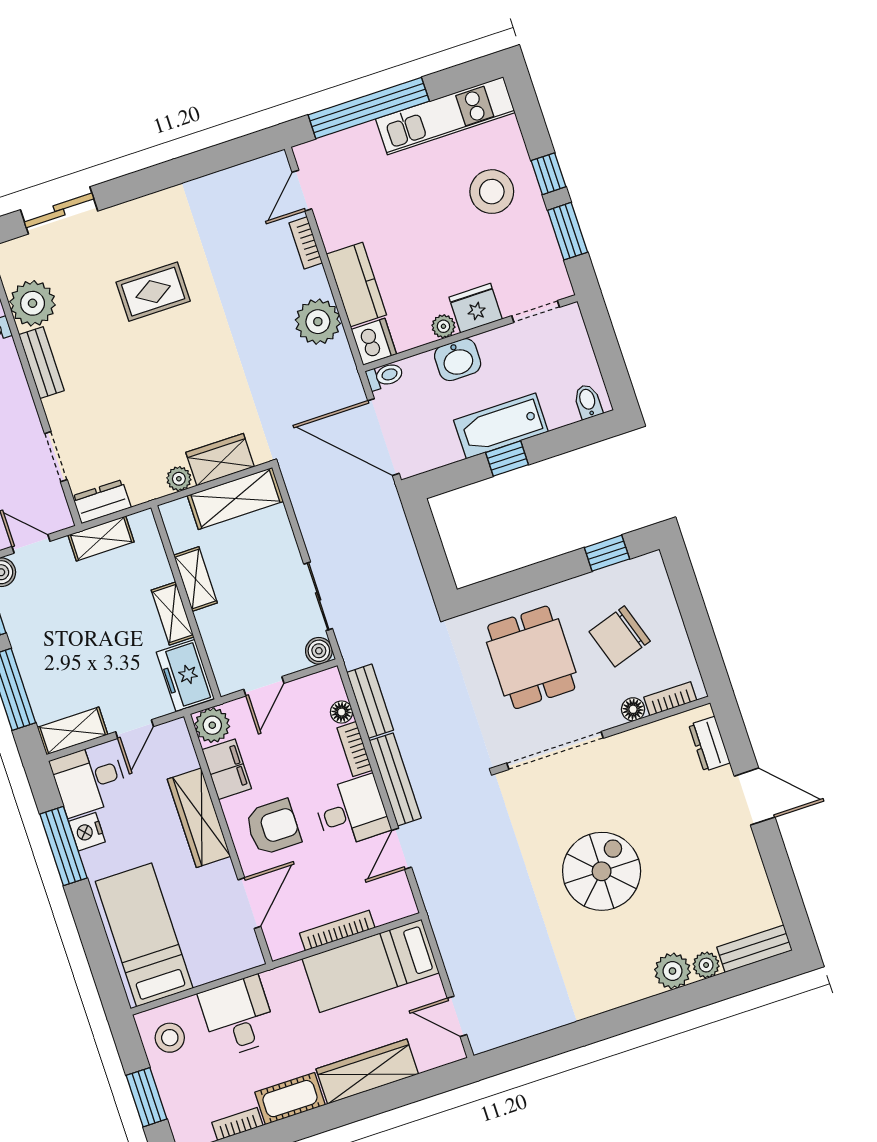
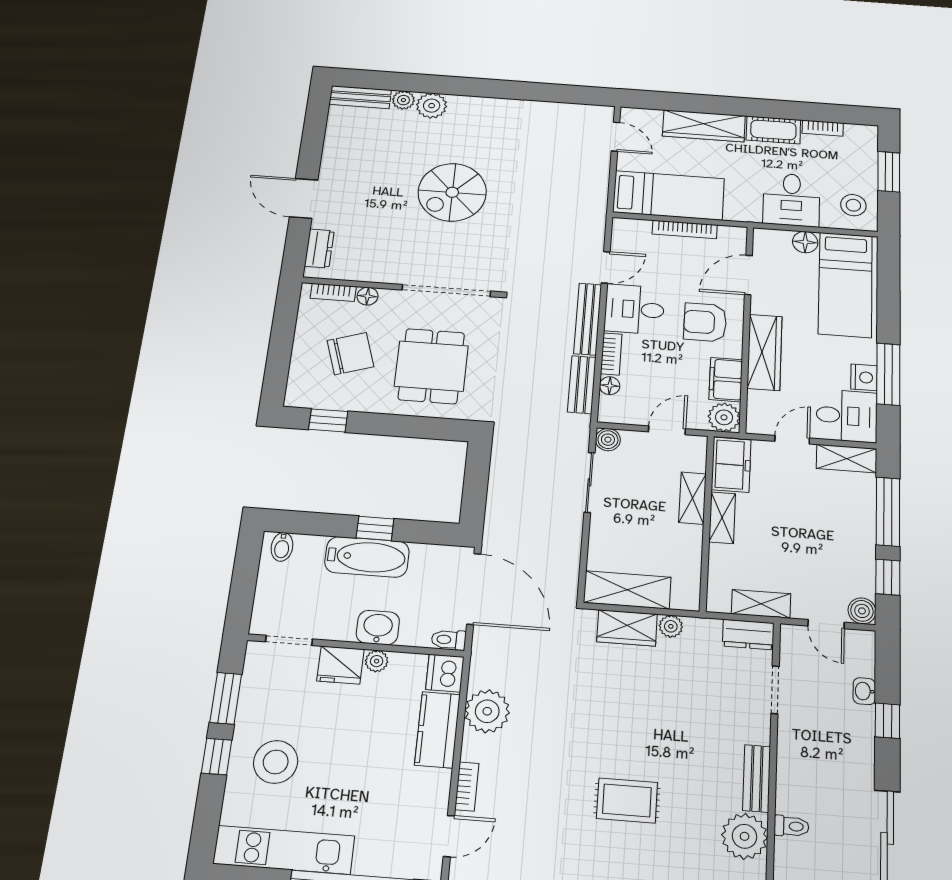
shelving: (195, 579) -> (692, 498), moved
floor lamp: (205, 969) -> (805, 242), added

